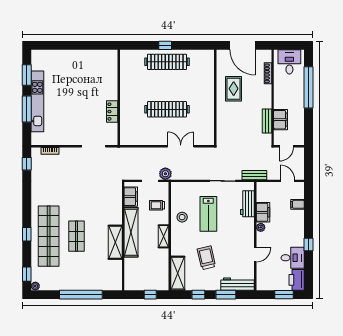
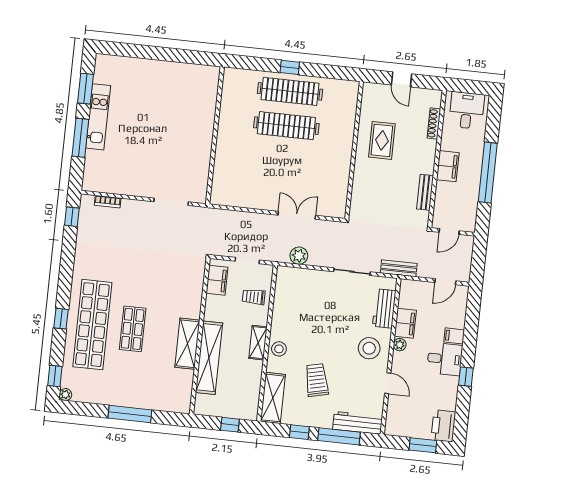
door: (243, 45) -> (401, 79), width x0.53
window: (308, 87) -> (488, 172), moved
kitchen unit: (37, 101) -> (98, 117), width x0.73
clothes rail: (167, 109) -> (286, 126), moved
locker: (112, 112) -> (203, 155), removed
filing cabinet: (281, 120) -> (448, 166), moved
plant: (165, 174) -> (299, 256), moved
door: (287, 181) -> (445, 282), swing flipped
filing cabinet: (297, 204) -> (454, 336), moved
lab bench: (208, 214) -> (326, 317), removed
stool: (182, 217) -> (279, 349), moved
shelving: (131, 232) -> (209, 358), moved
stool: (240, 232) -> (369, 348), added
door: (255, 255) -> (388, 383), hinge flipped
desk: (293, 258) -> (445, 359), moved
window: (81, 295) -> (130, 414), width x0.68
window: (226, 295) -> (339, 436), width x1.44

